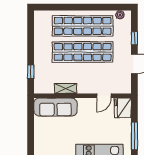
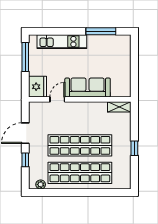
window: (31, 72) -> (134, 148), moved
shelving: (66, 89) -> (119, 107), moved
sofa: (55, 107) -> (88, 87), moved

